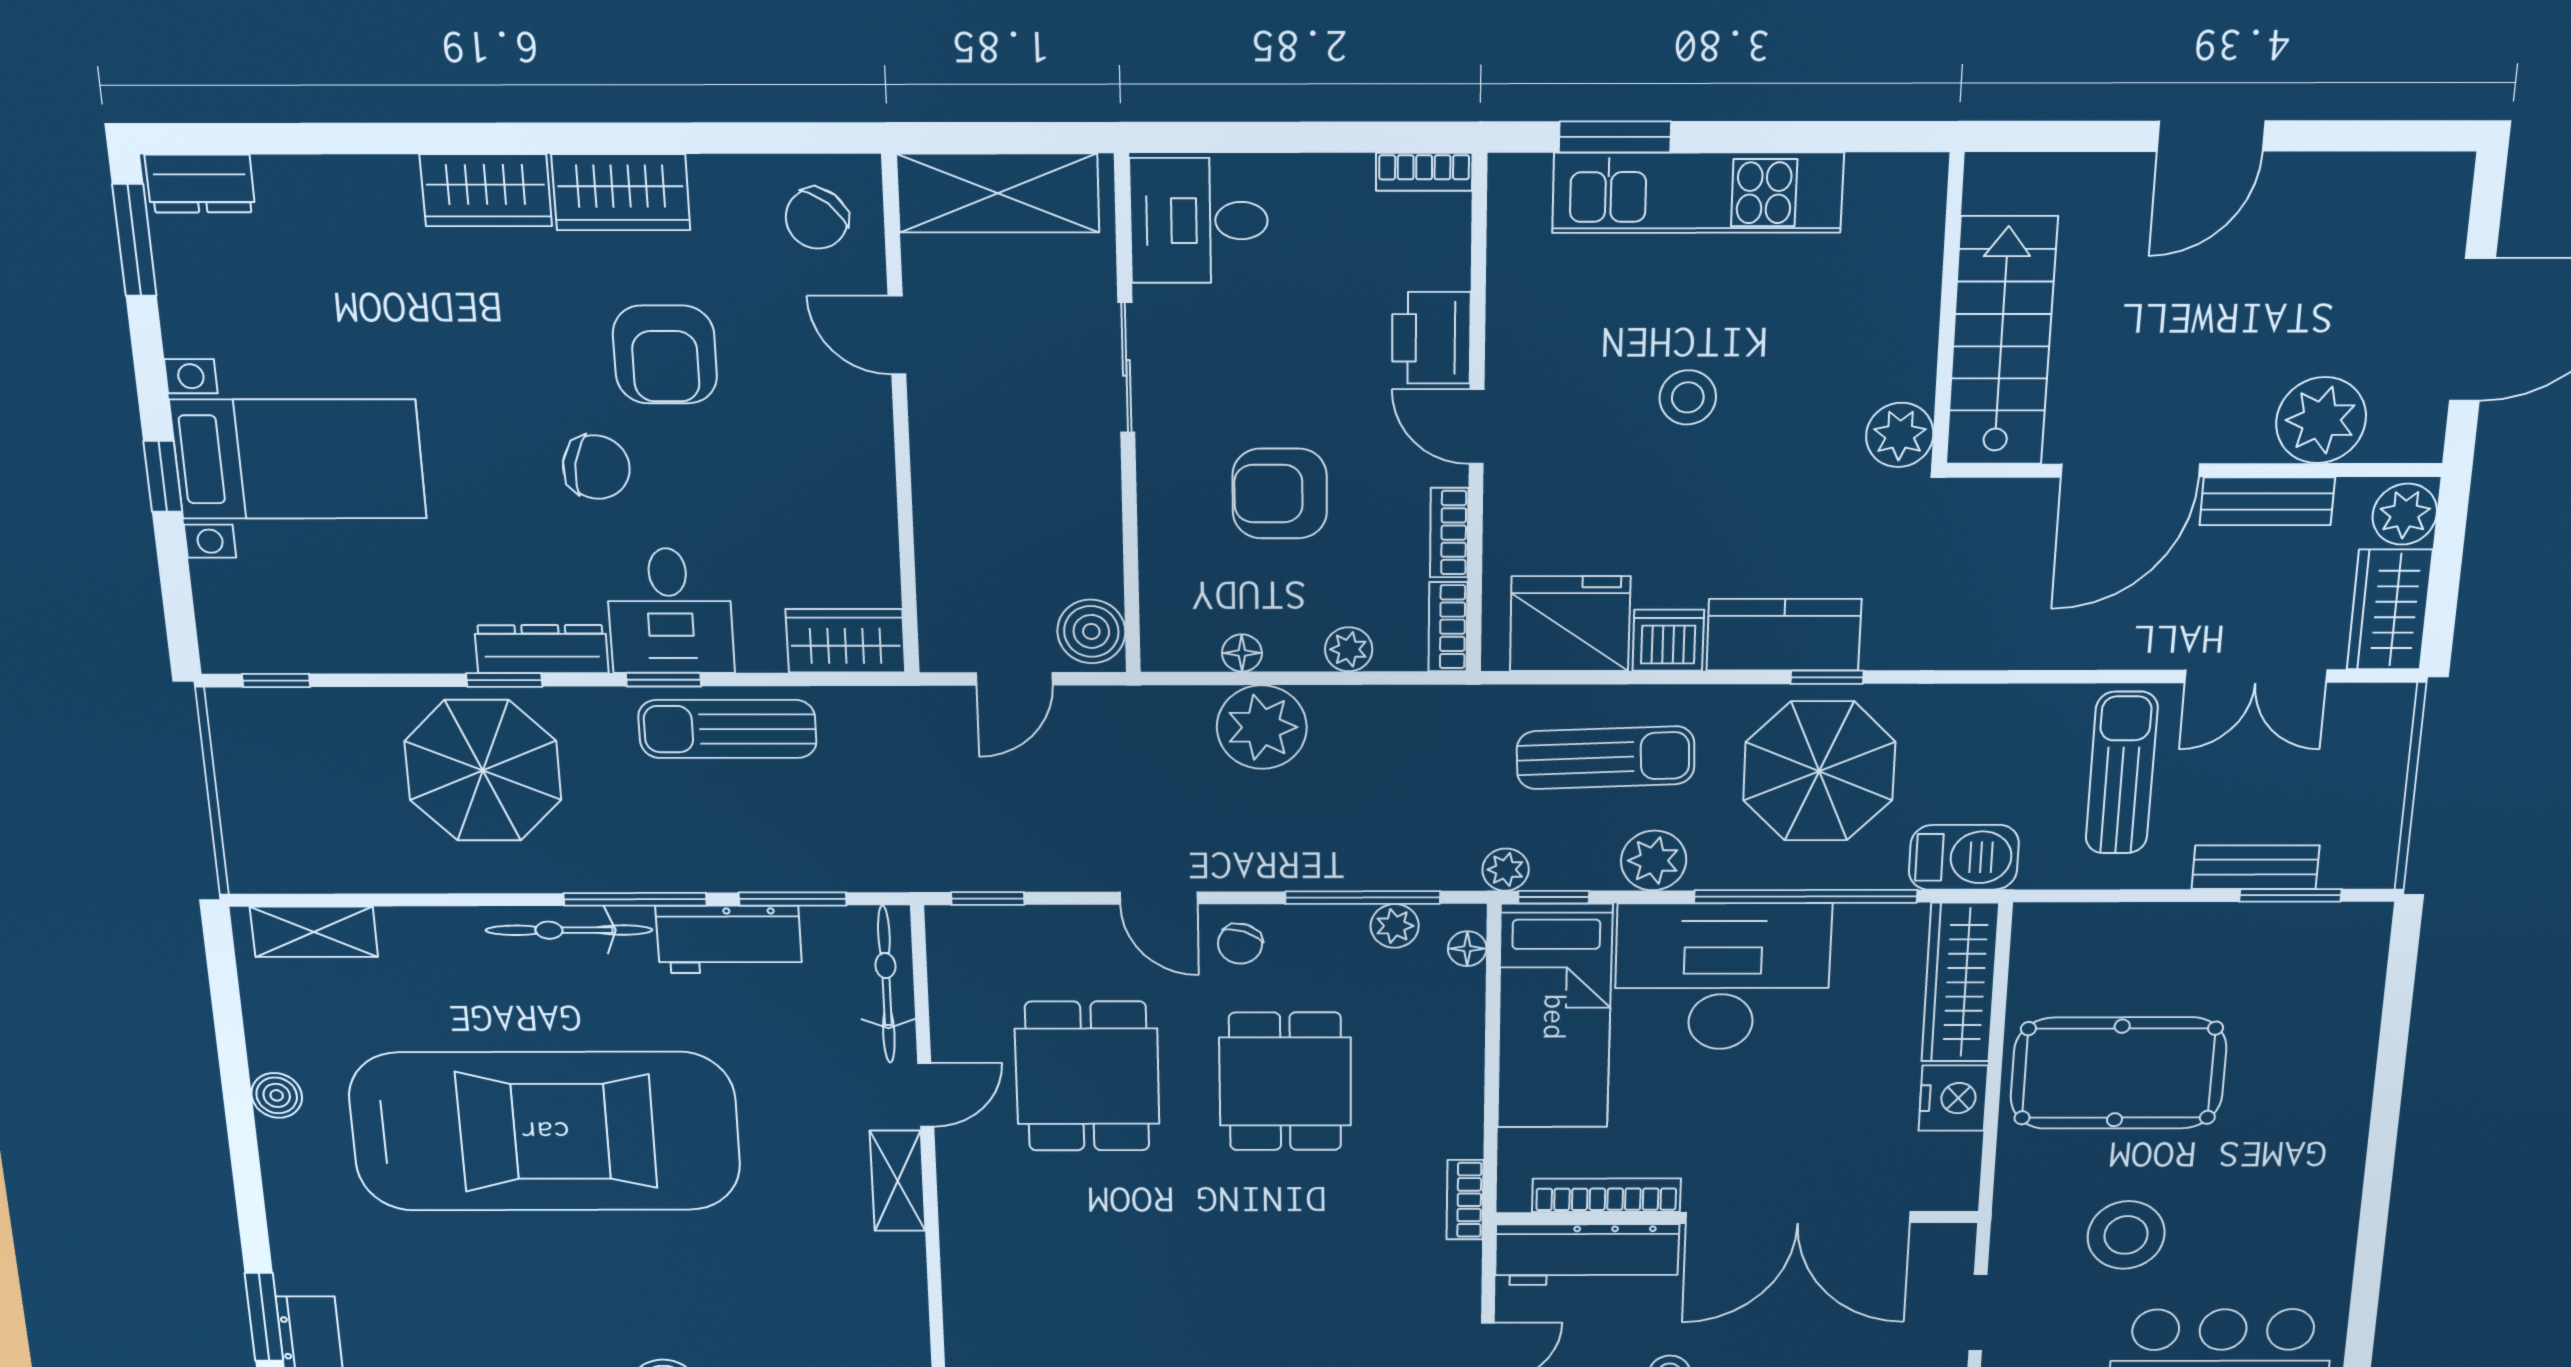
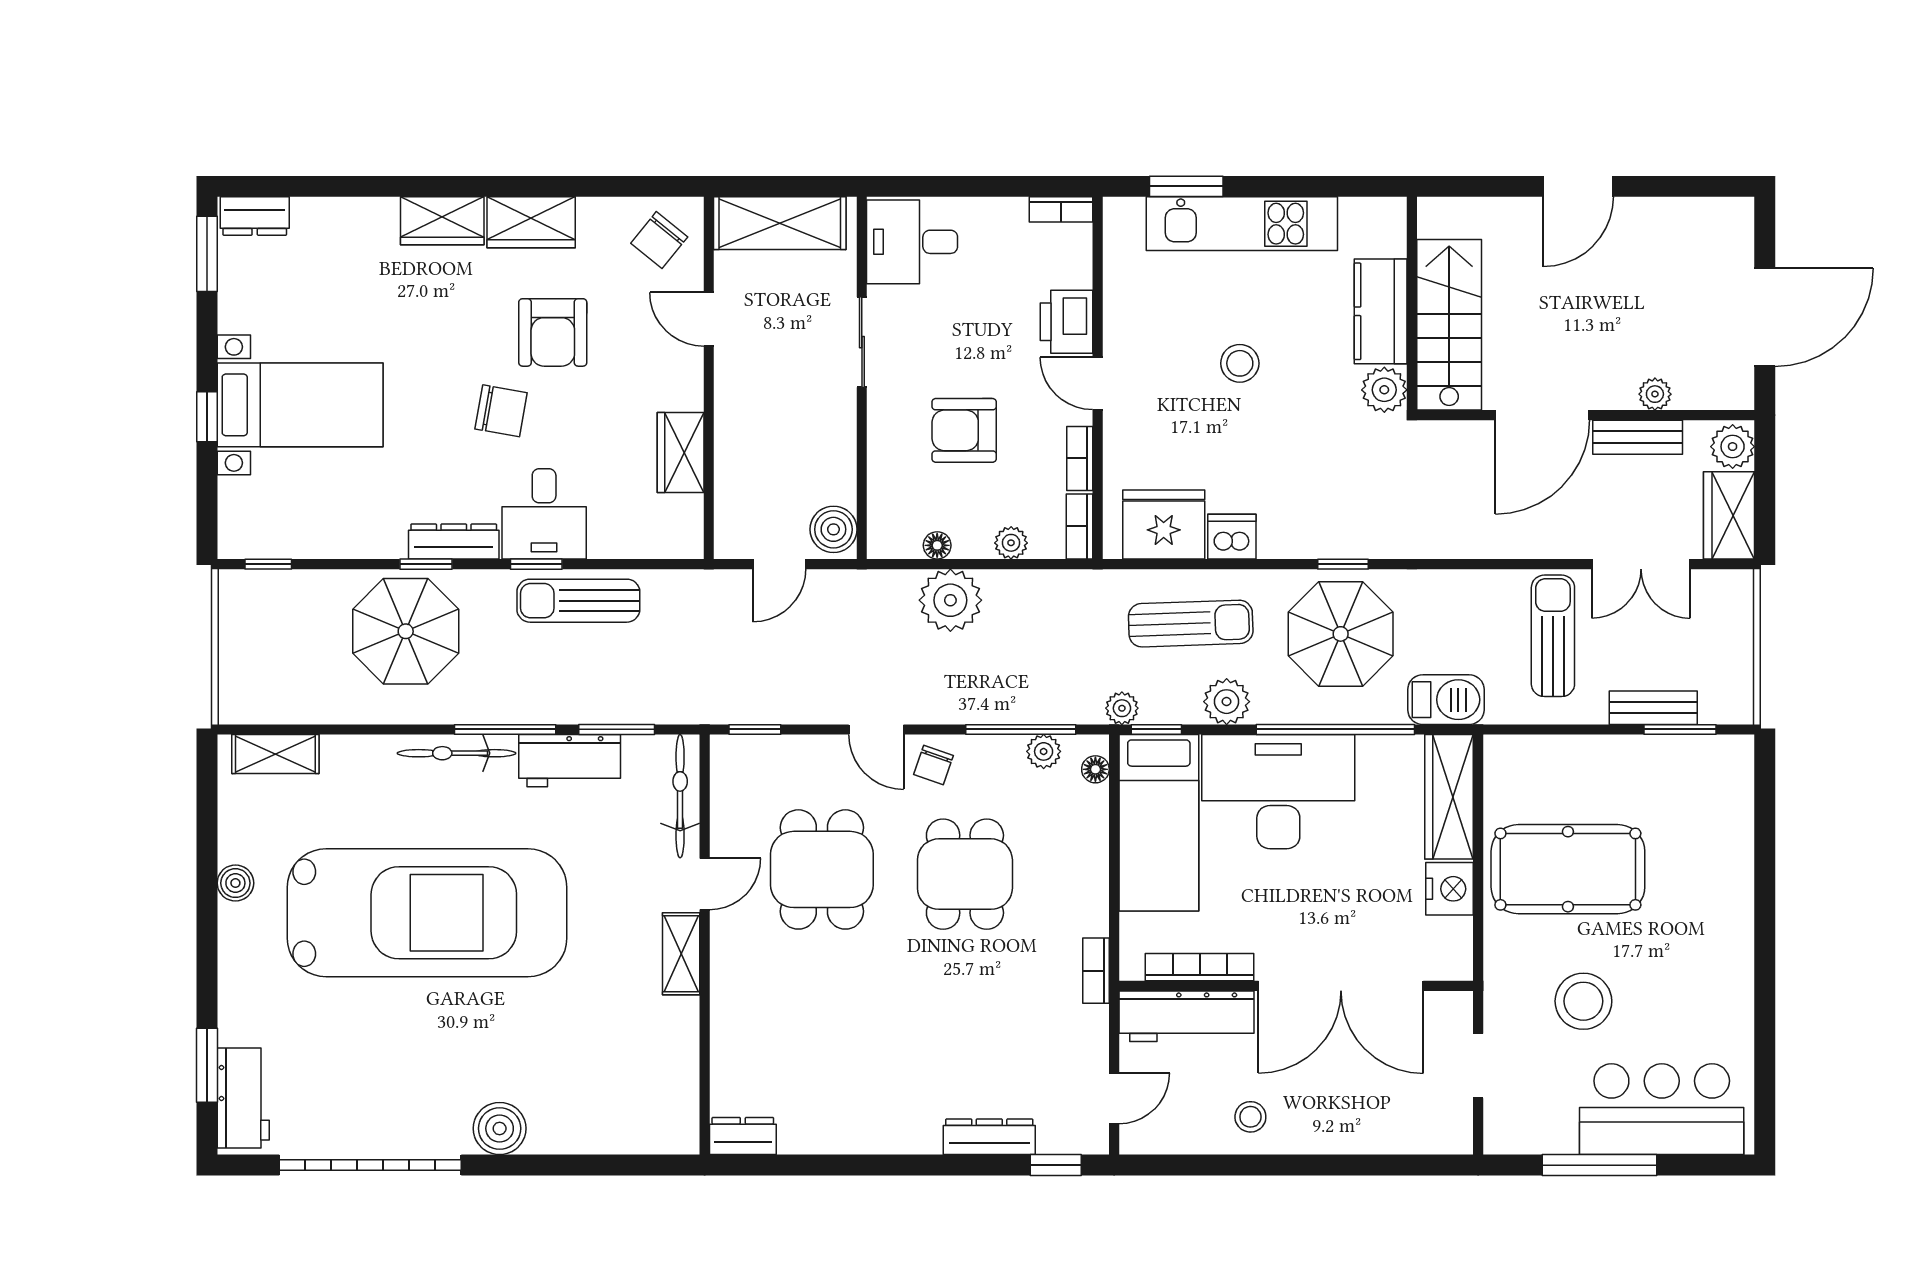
plant: (2321, 420) -> (1655, 394), width x0.53, depth x0.53
kitchen counter: (1784, 635) -> (1381, 311), moved, turned -90
wardrobe: (845, 641) -> (681, 452), moved, turned -90

